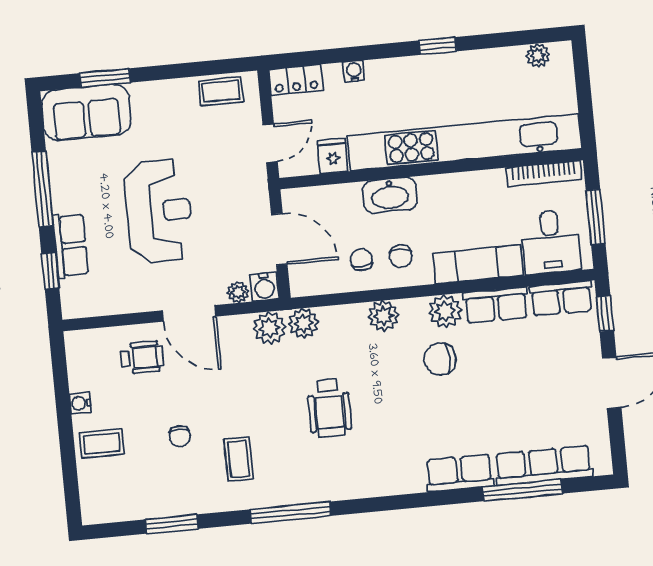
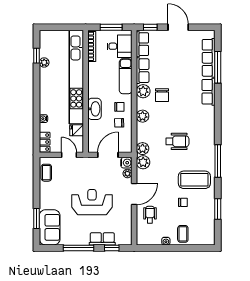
window: (438, 46) -> (37, 56), moved
plant: (538, 55) -> (44, 62), moved
coffee table: (238, 459) -> (194, 180), width x1.86, depth x1.72

